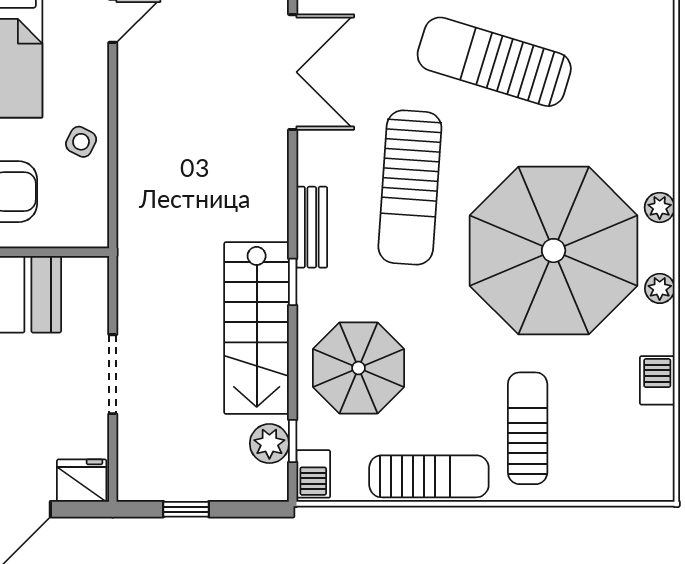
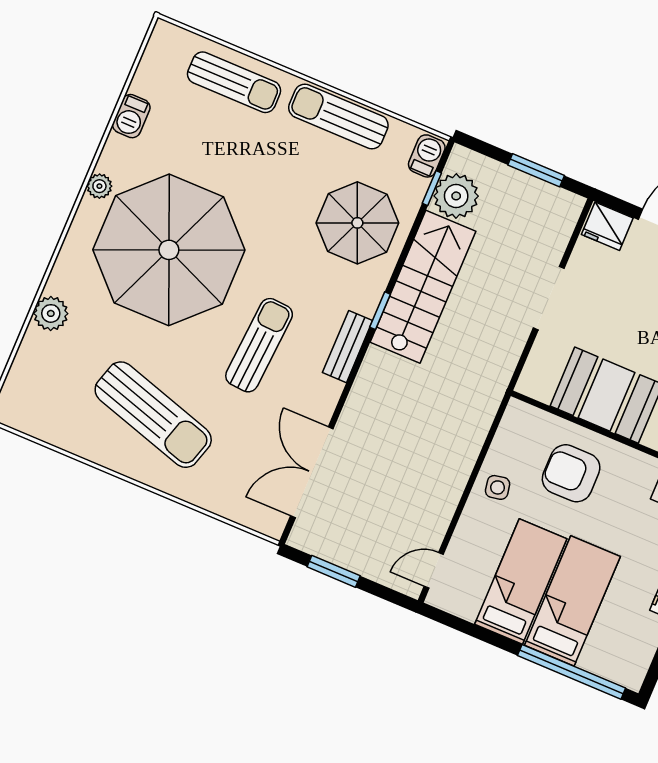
side table: (81, 142) -> (498, 487), turned -37
sun lounger: (410, 187) -> (259, 345), width x0.73, depth x0.75
plant: (660, 207) -> (51, 313), moved, width x1.38, depth x1.38
sun lounger: (528, 428) -> (234, 82), moved, turned -90
plant: (269, 444) -> (456, 196), width x1.36, depth x1.36
window: (186, 509) -> (536, 170), width x1.50

